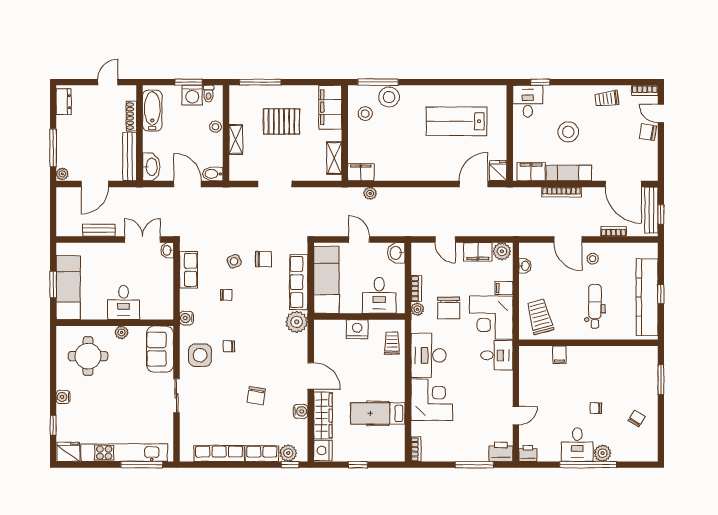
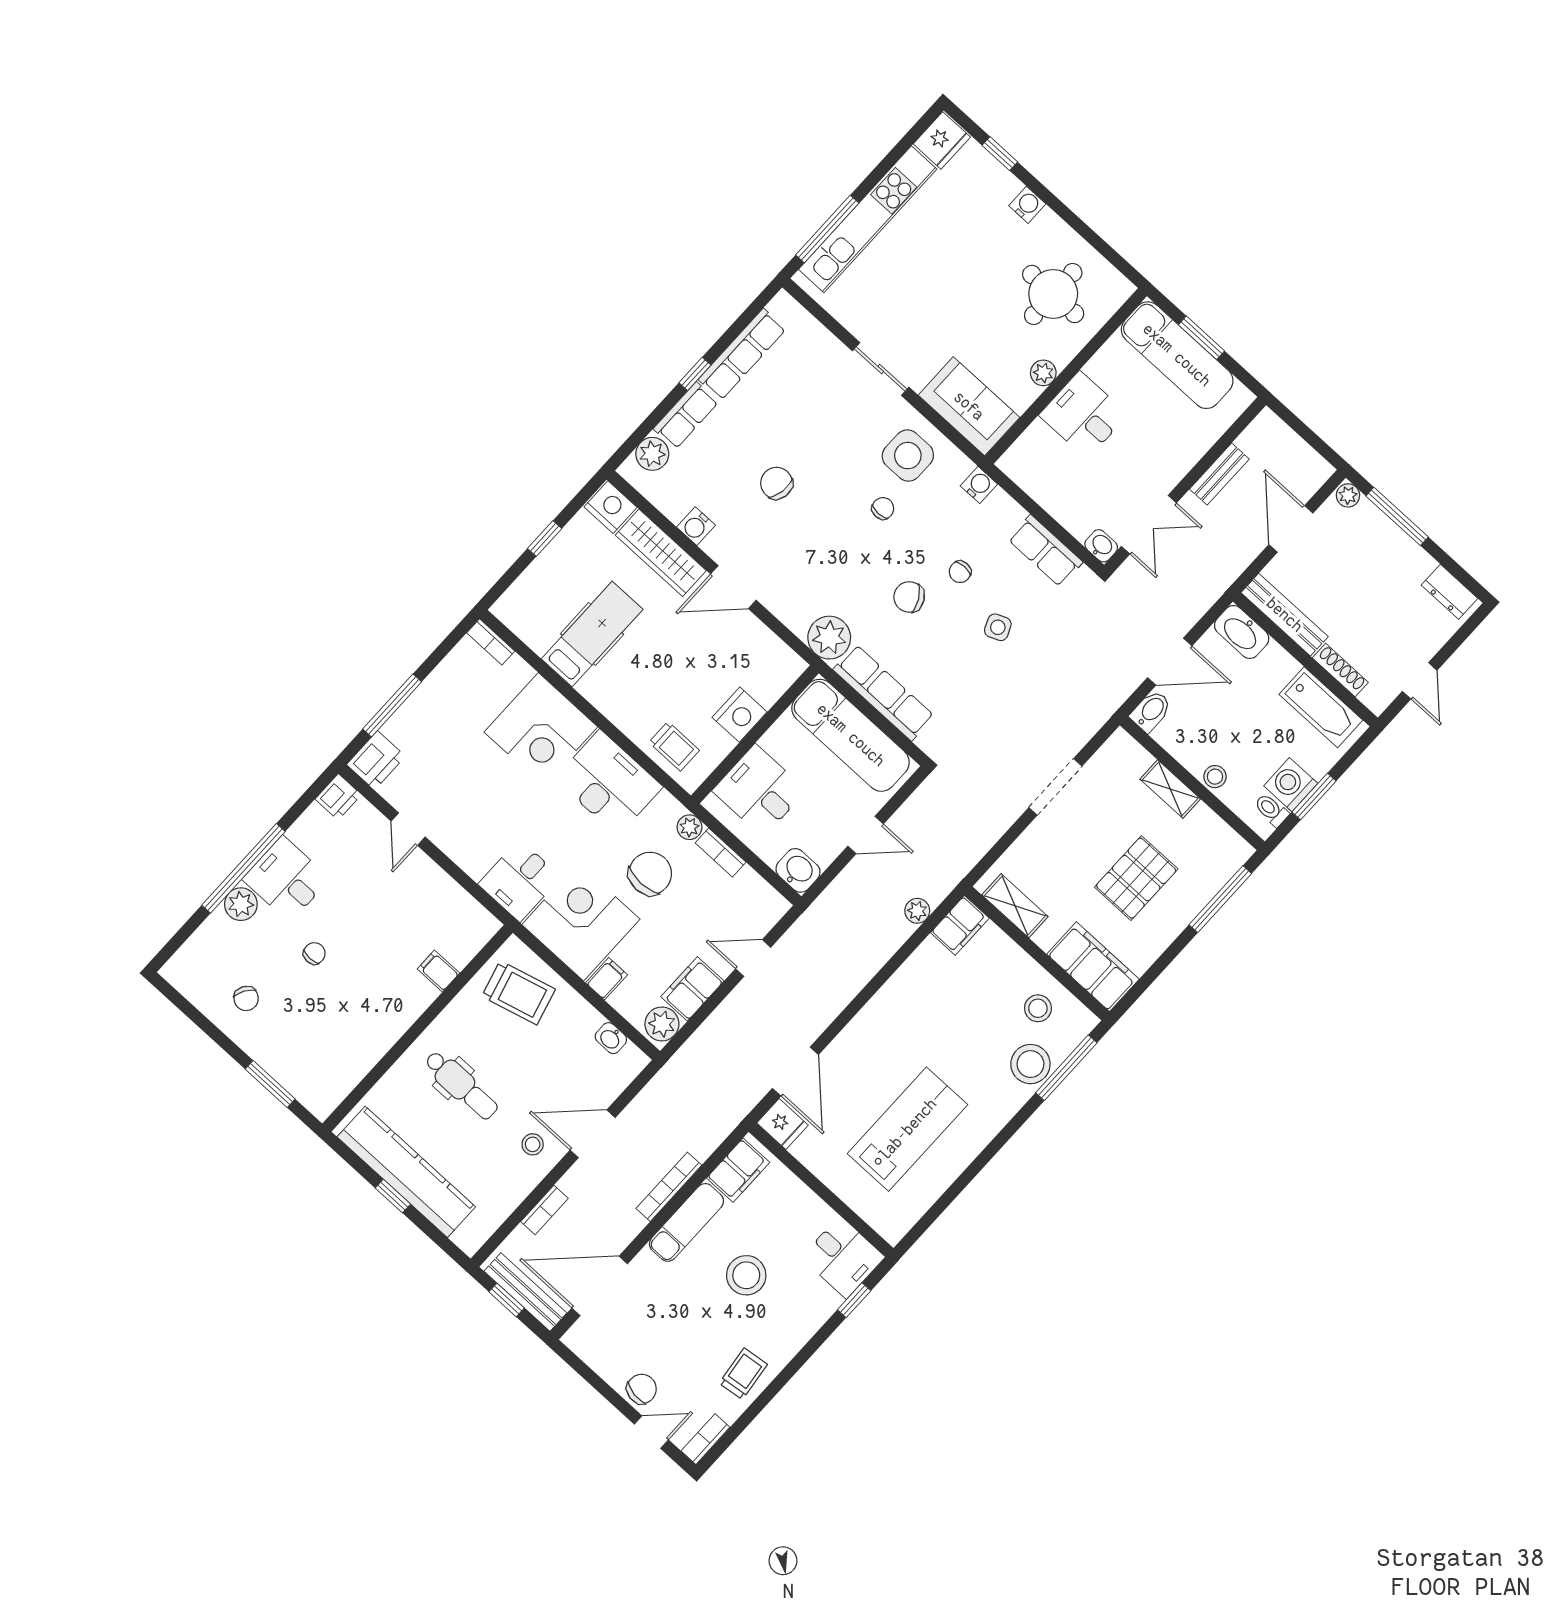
chair: (263, 259) -> (909, 597), moved, turned 61
chair: (449, 308) -> (650, 874), turned 90
window: (290, 465) -> (695, 374), moved

